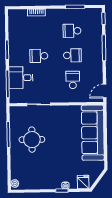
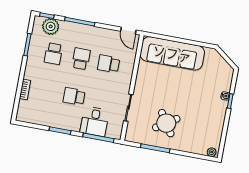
plant: (95, 24) -> (51, 26), added
school desk: (39, 56) -> (74, 96), turned 90
round table: (32, 140) -> (166, 123), turned -33
fridge: (83, 182) -> (225, 75), removed

